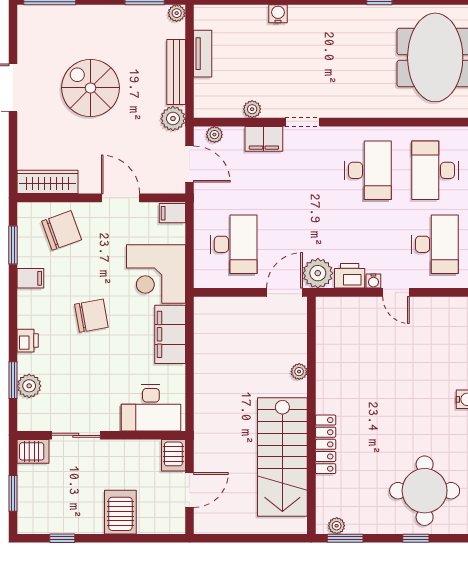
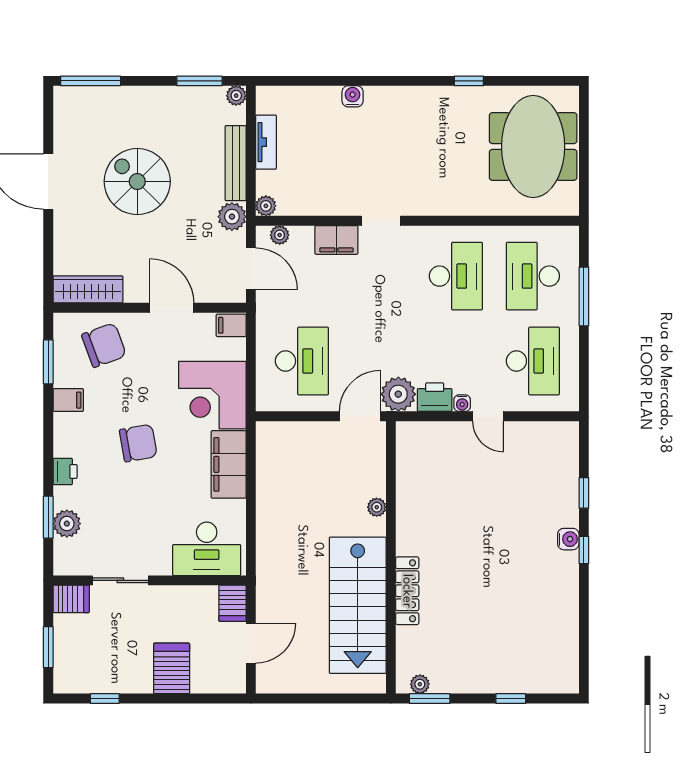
plant: (252, 109) -> (266, 206), moved
round table: (425, 491) -> (521, 644), removed

